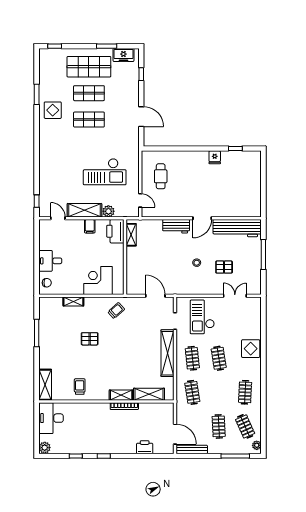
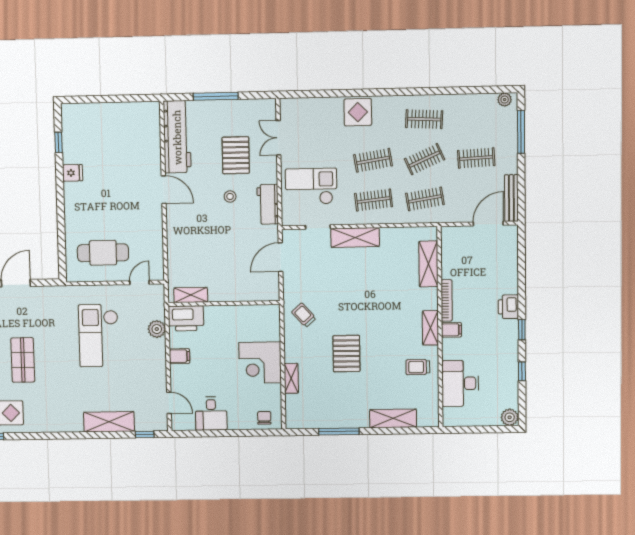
checkout: (105, 172) -> (99, 336), turned 180
cafe table: (161, 176) -> (103, 253), width x1.37, depth x1.35
shelving: (84, 210) -> (109, 422), moved, turned 90
door: (58, 218) -> (169, 403), swing flipped
workbench: (176, 226) -> (268, 204), moved, turned 180
desk: (50, 261) -> (211, 414), moved
pallet: (224, 267) -> (236, 155), width x1.50, depth x1.42
corner desk: (98, 281) -> (260, 363), moved
checkout: (202, 317) -> (311, 186), turned 180
pallet: (90, 339) -> (346, 354), width x1.50, depth x1.42
shelving: (168, 353) -> (355, 238), width x0.68
shelving: (45, 385) -> (393, 418), moved
shelving: (121, 395) -> (430, 328), moved
filing cabinet: (104, 409) -> (451, 330), added
desk: (51, 418) -> (460, 383), moved, turned 90
clothes rail: (245, 426) -> (425, 159), moved
printer: (145, 447) -> (508, 307), moved

